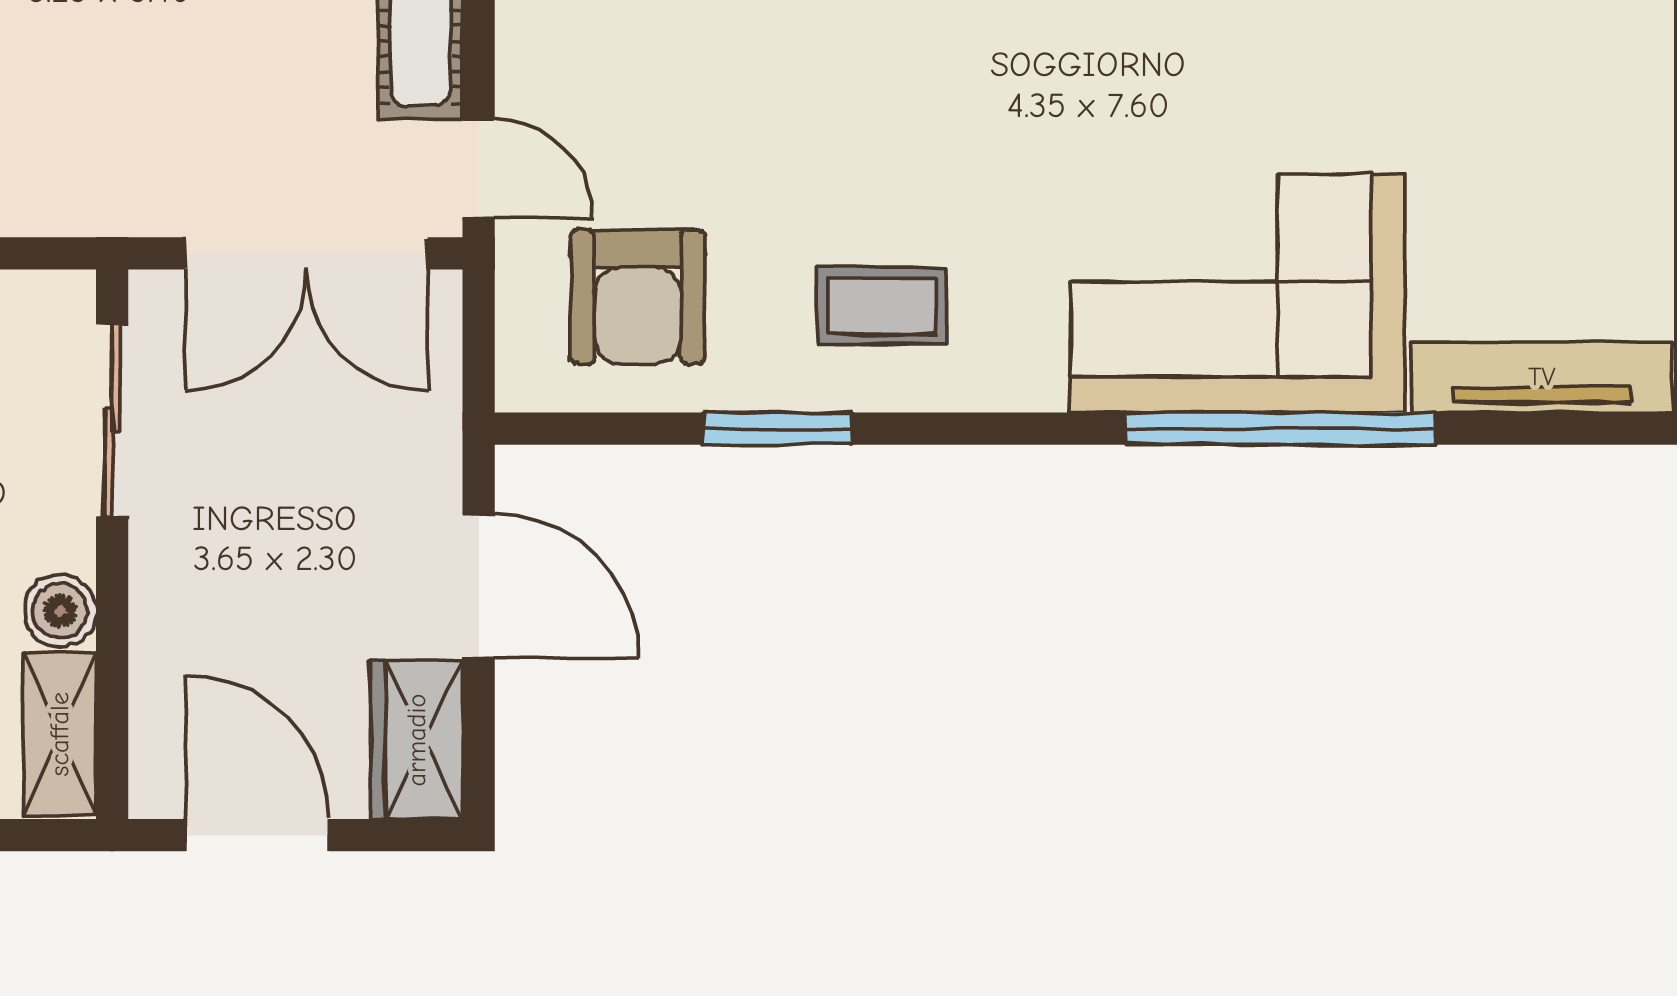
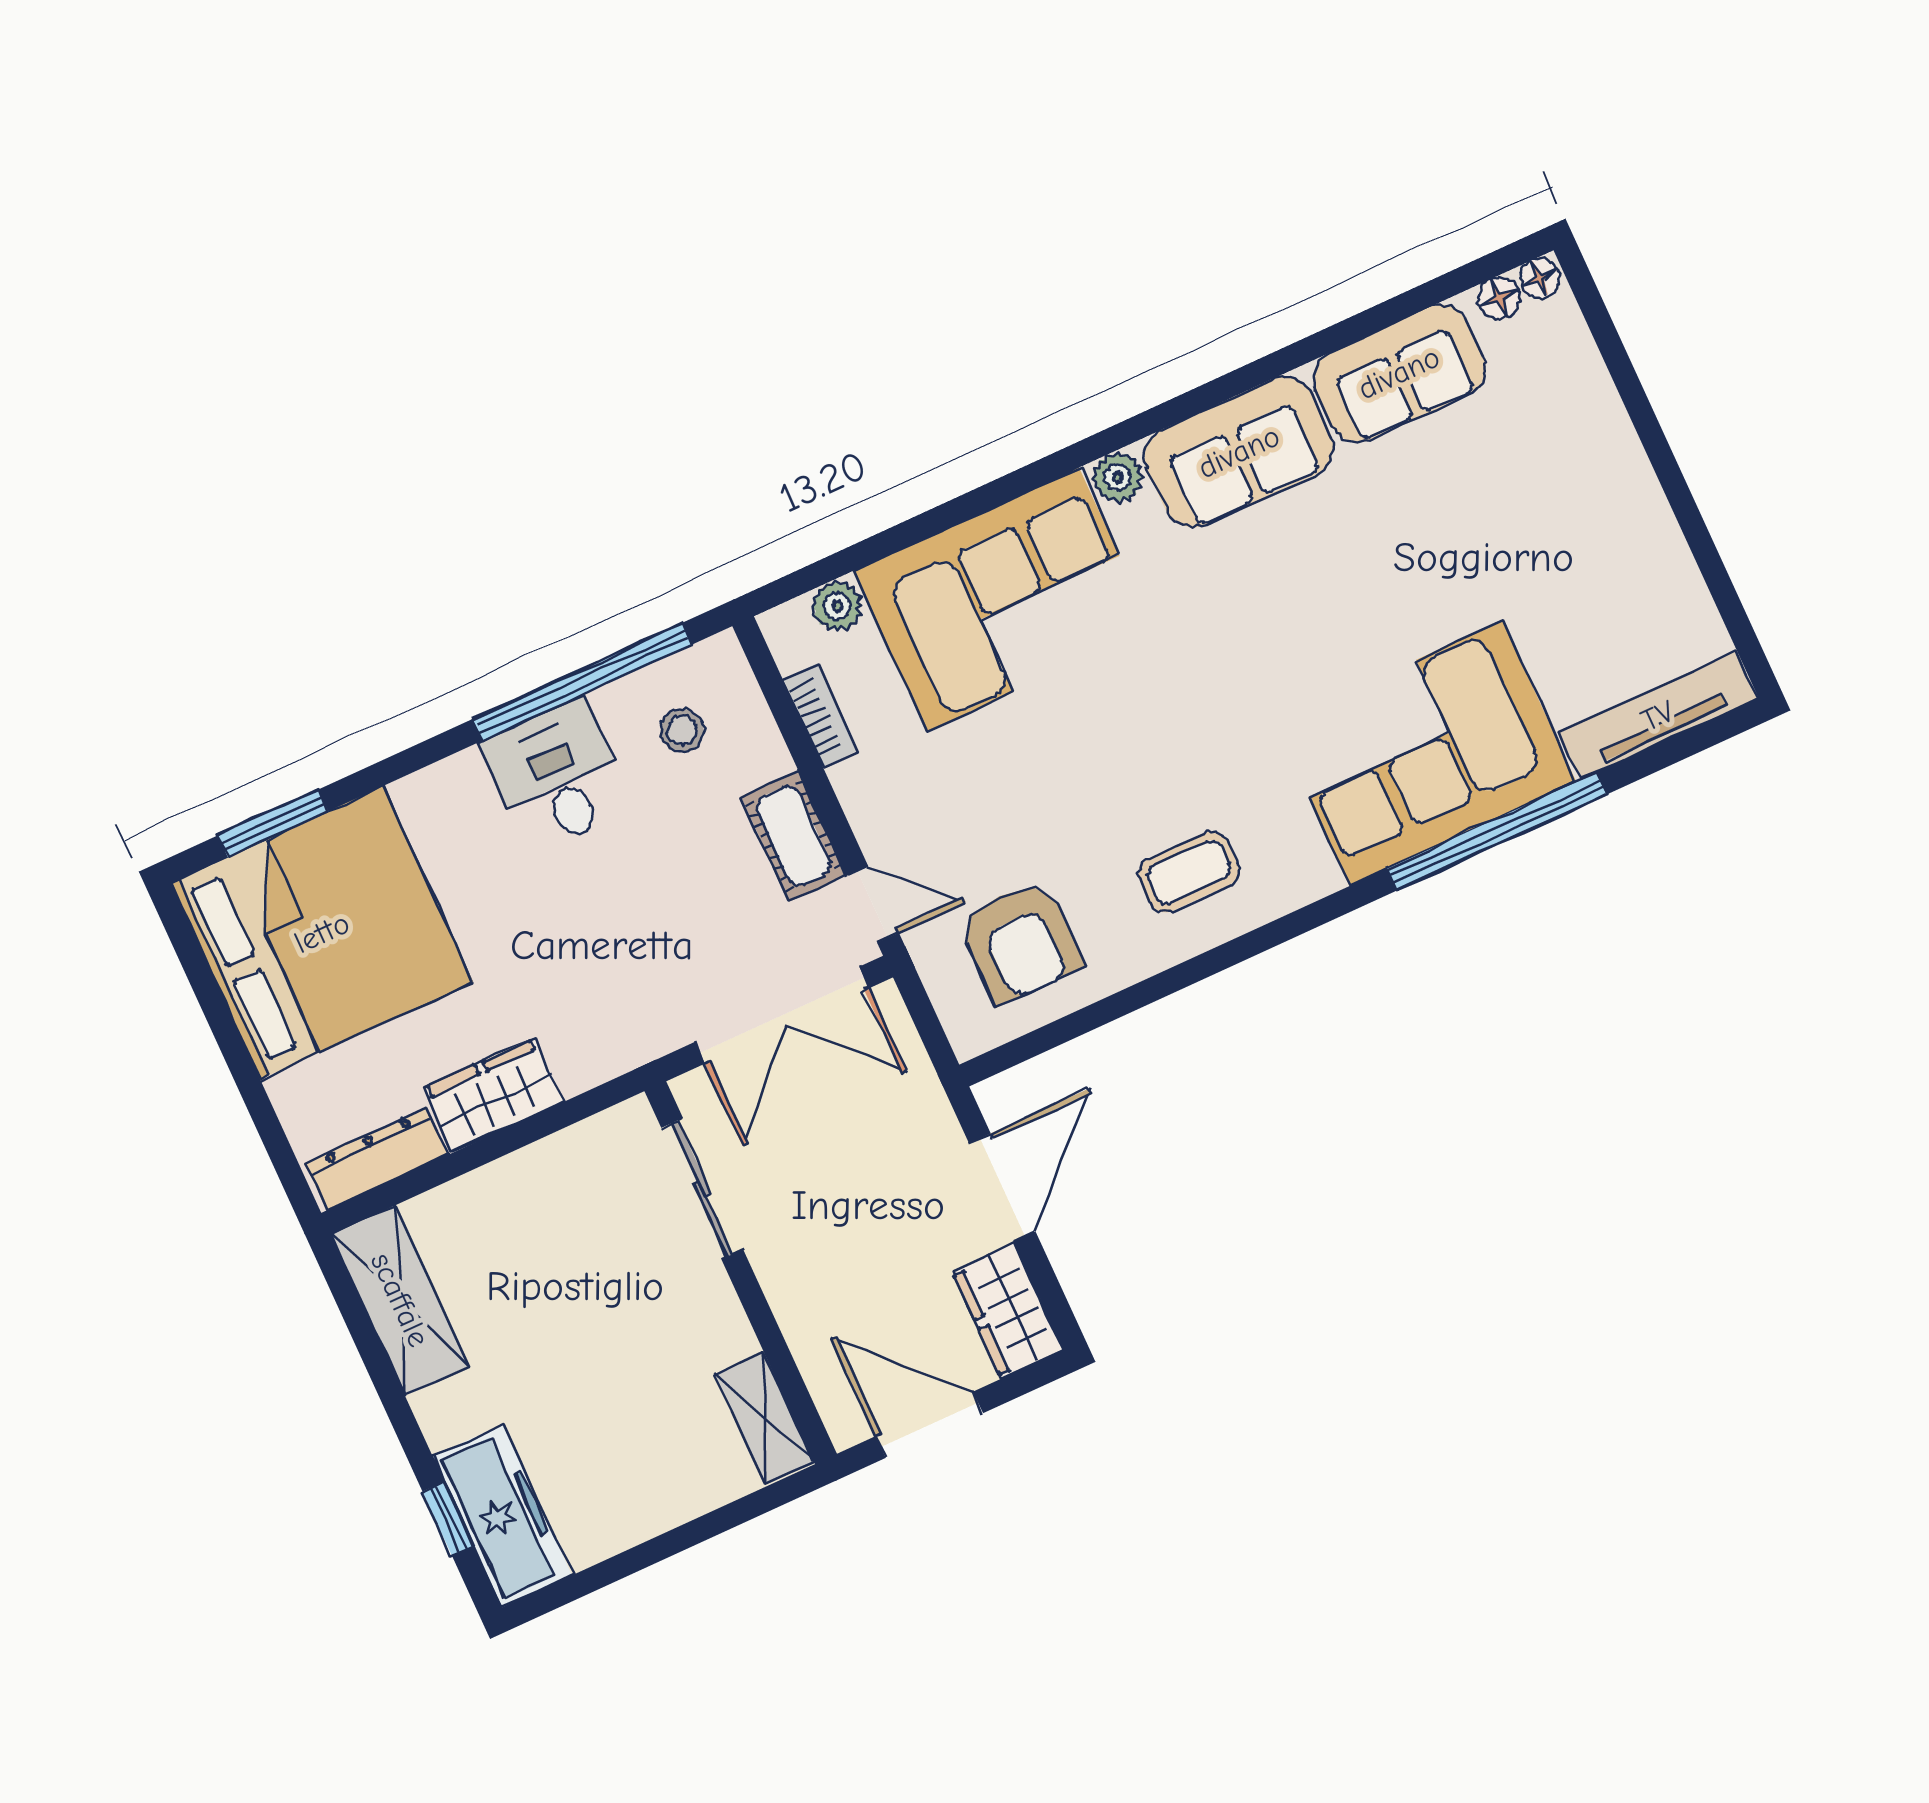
window: (777, 429) -> (1156, 988), removed
door: (479, 586) -> (1002, 1187), hinge flipped
boiler: (60, 611) -> (726, 1334), removed

